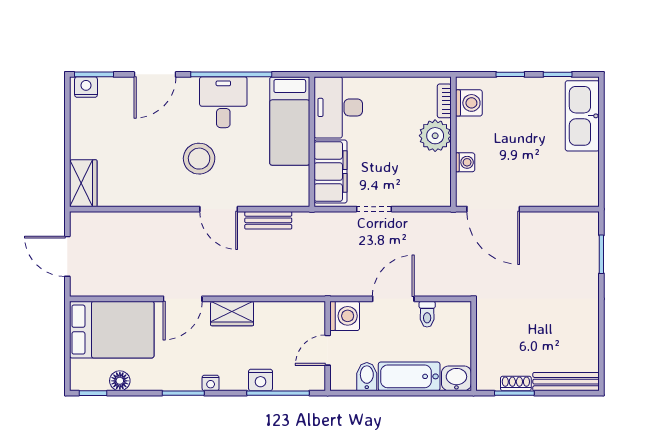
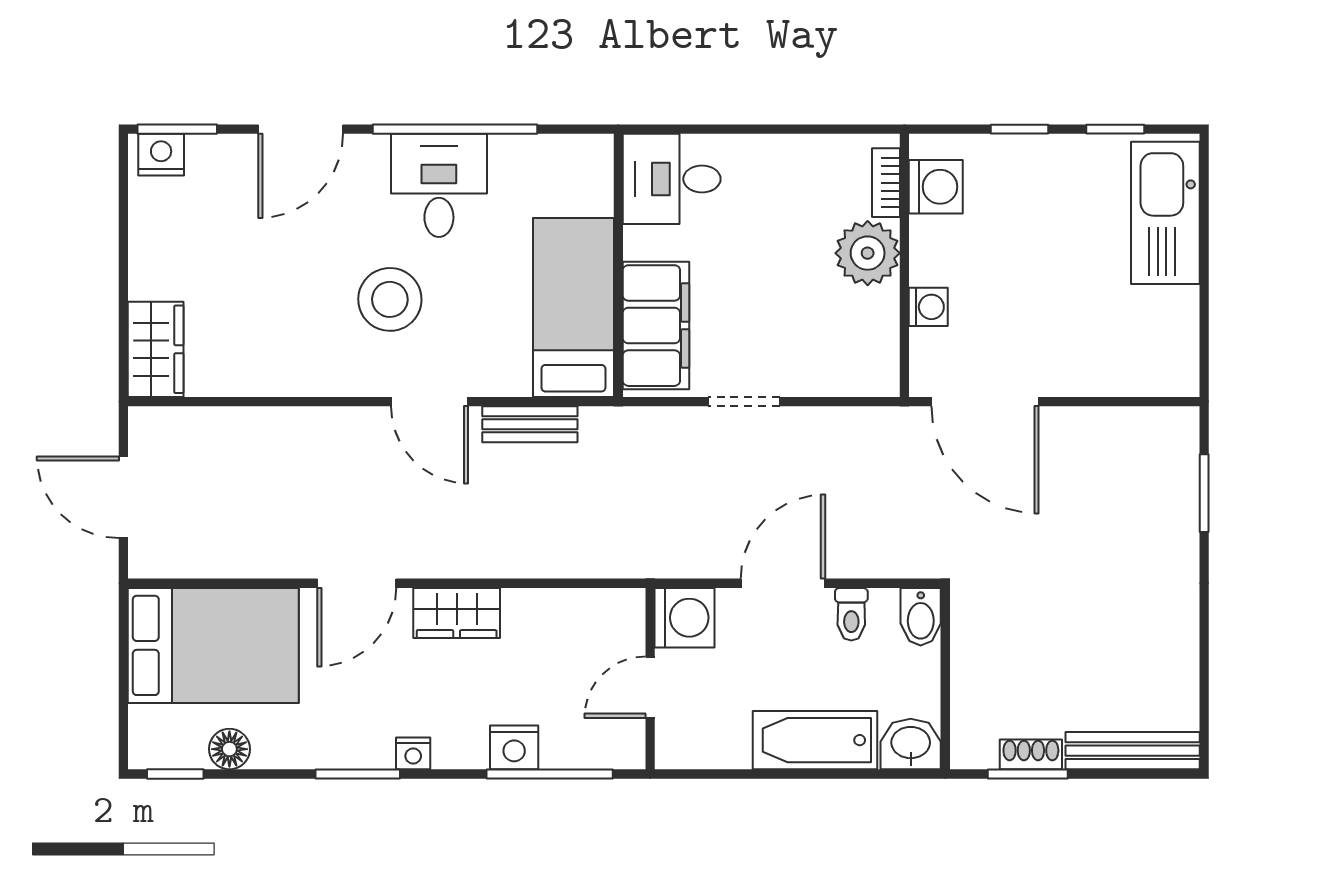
desk: (338, 107) -> (672, 179), width x0.73
bed: (290, 121) -> (573, 307), moved, turned 180
bidet: (367, 377) -> (921, 617), moved, turned 180

